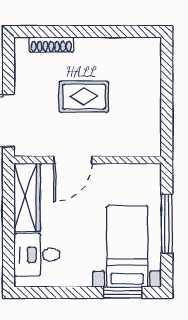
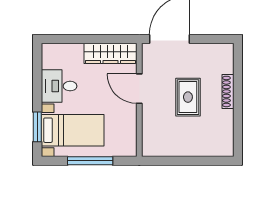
shoe rack: (51, 45) -> (228, 91), moved
desk: (37, 255) -> (59, 86), moved, turned -90

